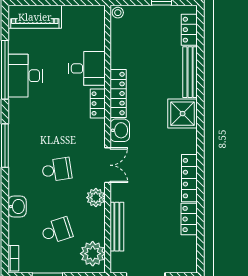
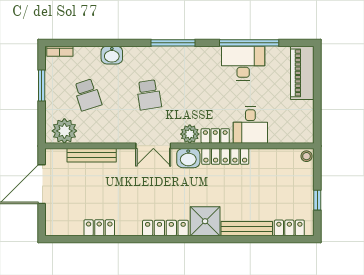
locker: (189, 178) -> (165, 228), moved
plant: (96, 198) -> (190, 134), moved

